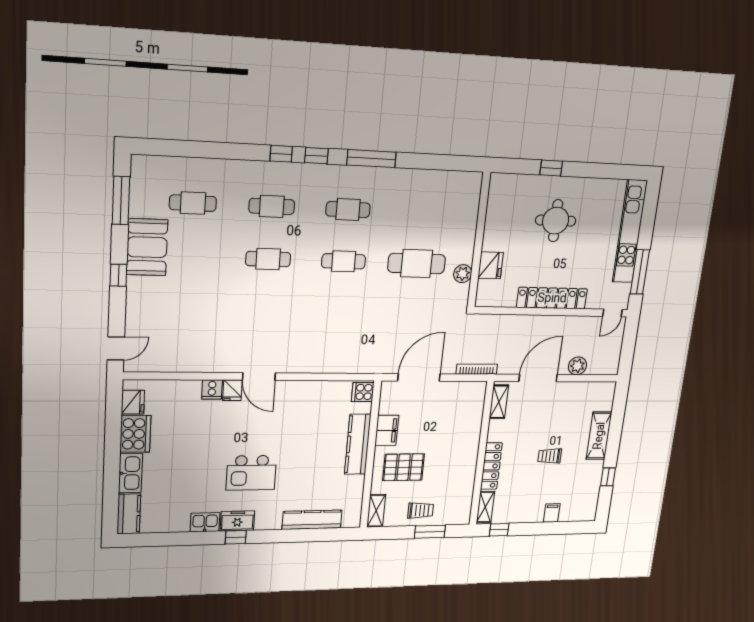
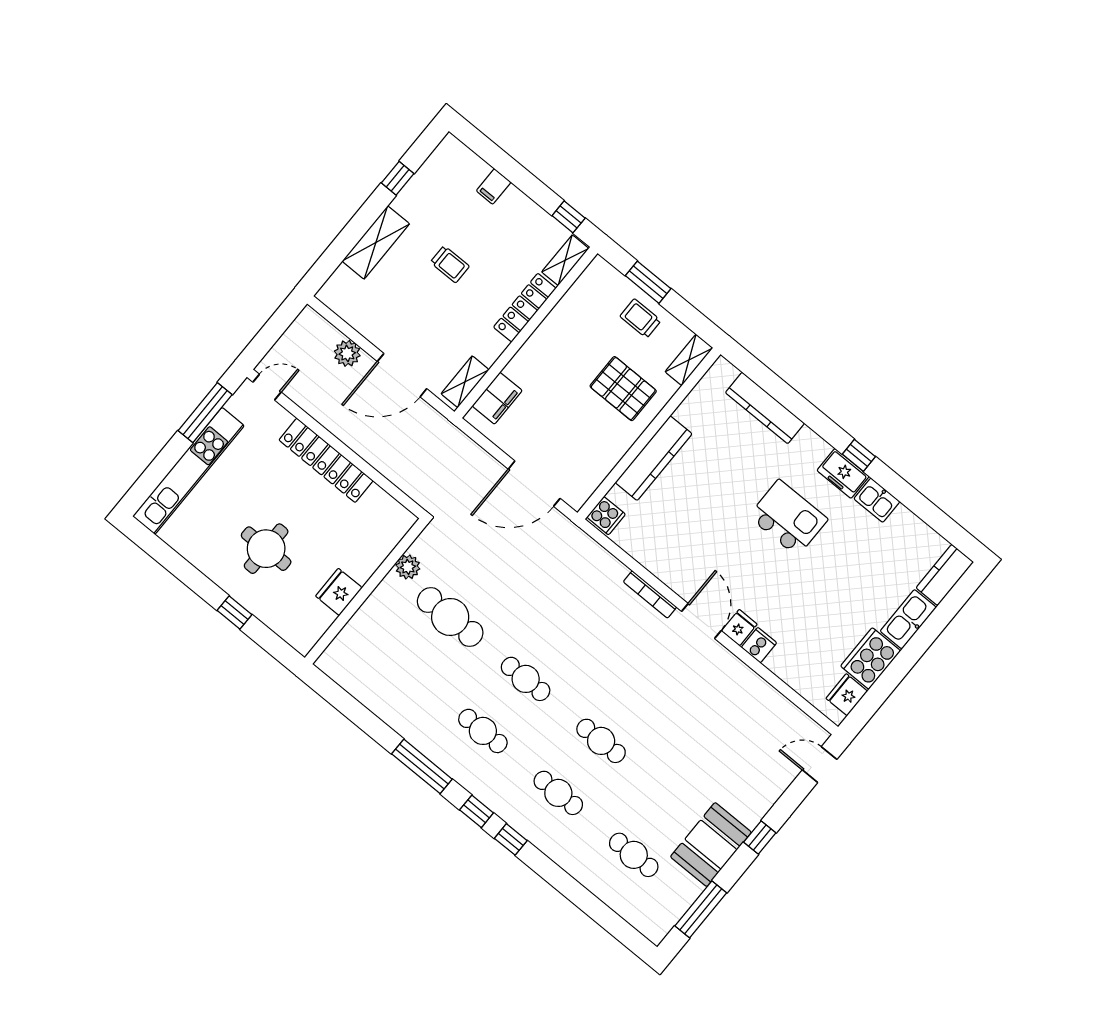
fridge: (491, 265) -> (339, 592), moved
bookcase: (477, 369) -> (650, 594), moved
filing cabinet: (387, 430) -> (497, 398), moved, turned 180

